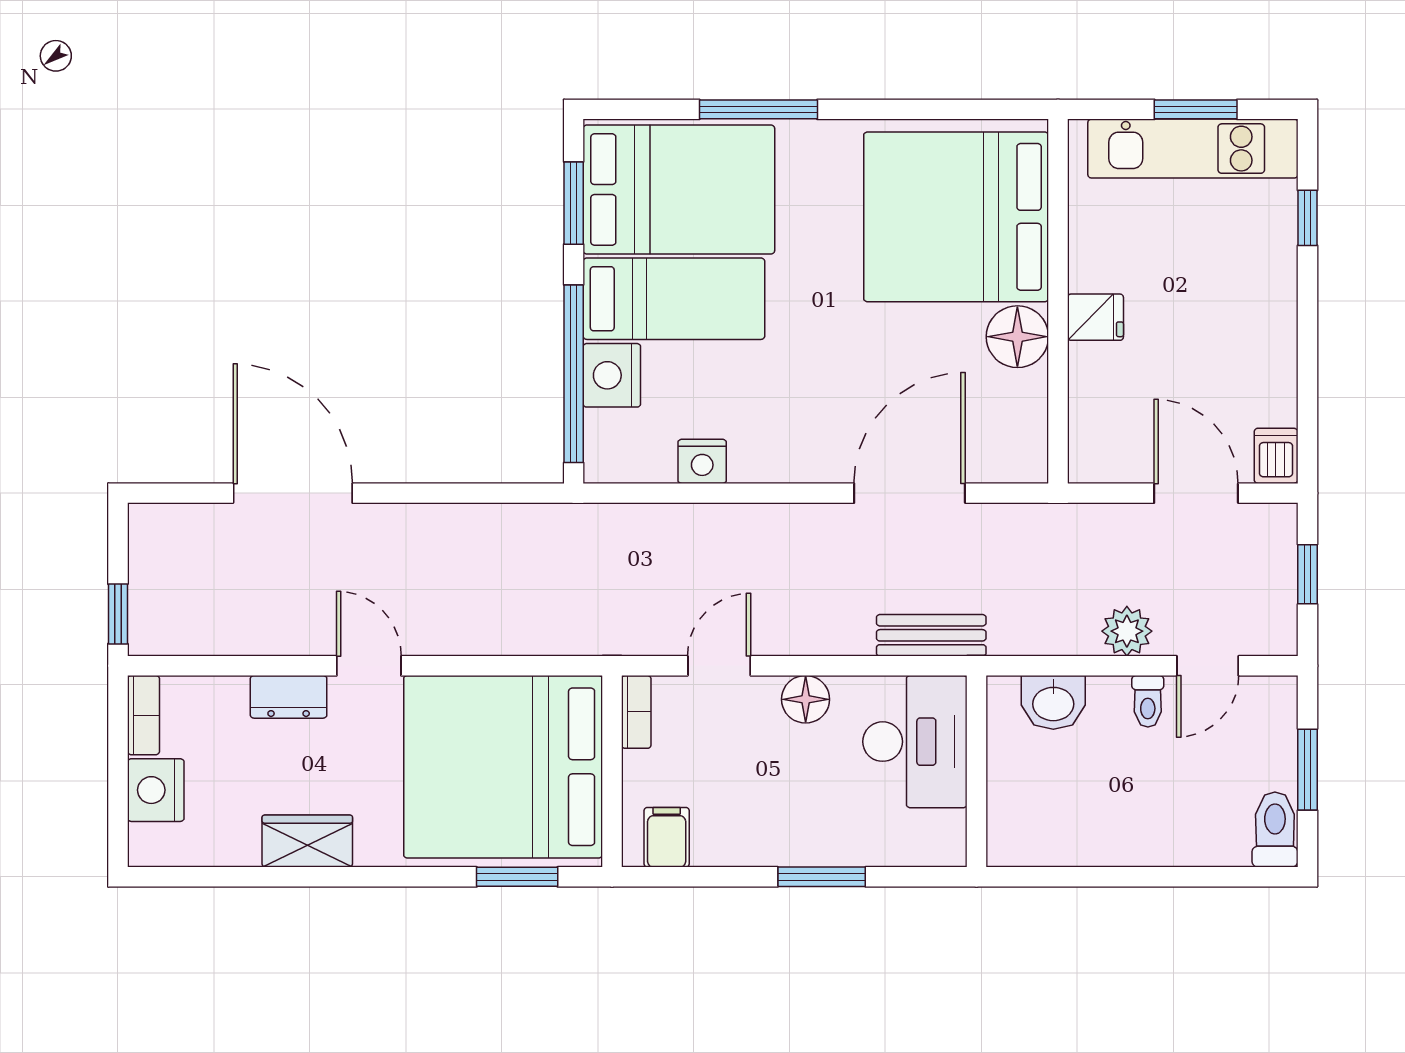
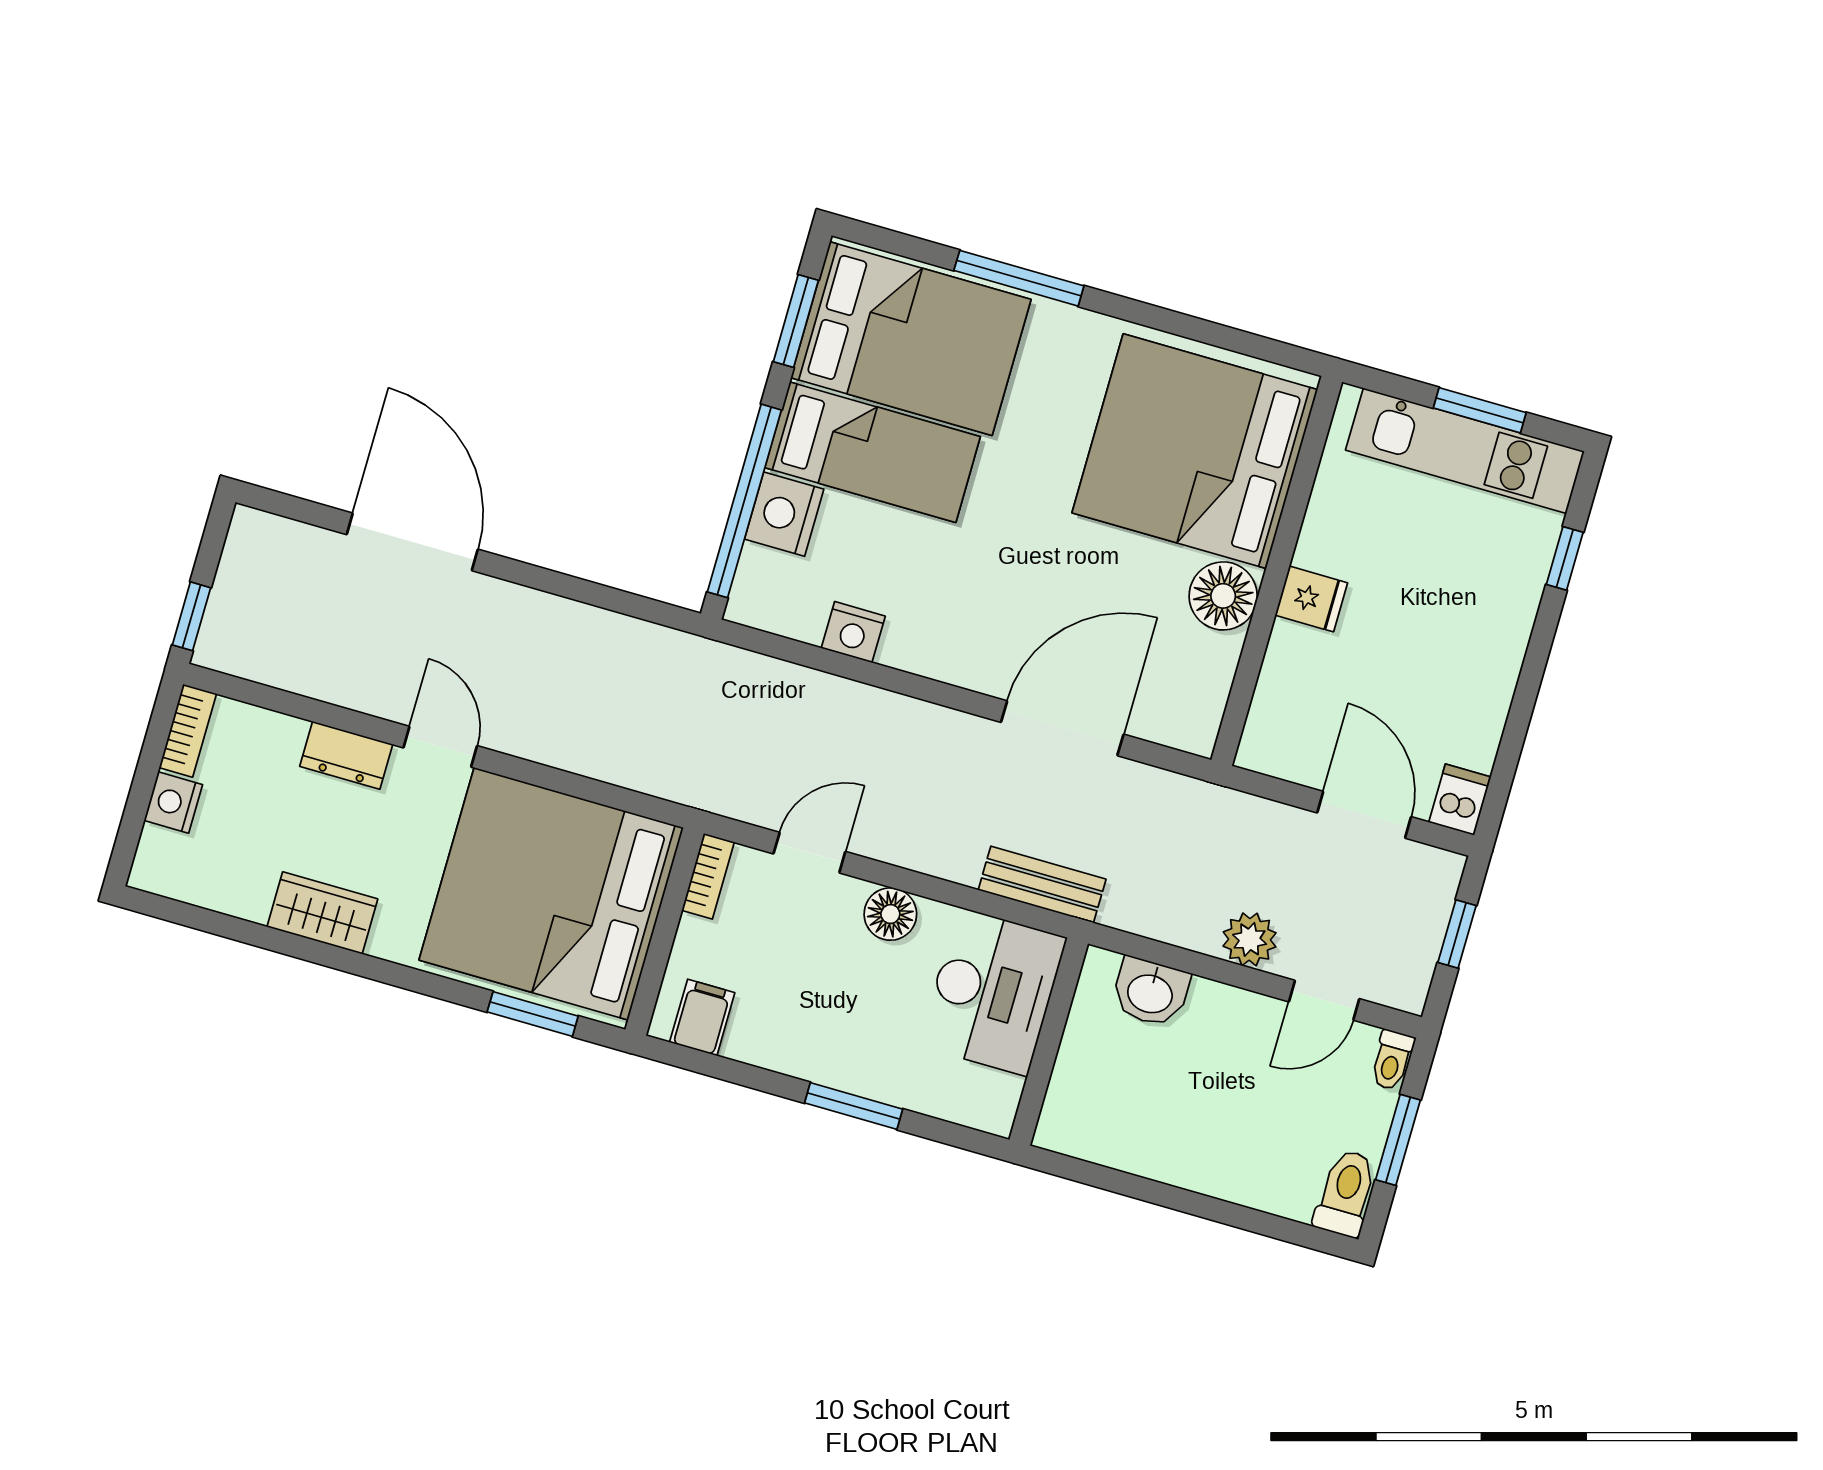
toilet: (1148, 701) -> (1392, 1060), moved
nightstand: (156, 790) -> (173, 803), width x0.74, depth x0.75

